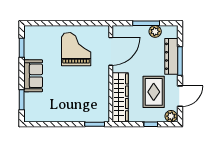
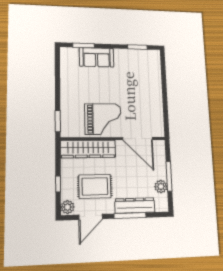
grand piano: (76, 49) -> (103, 119), moved
sofa: (33, 76) -> (97, 57), moved
door: (180, 96) -> (91, 217), hinge flipped

